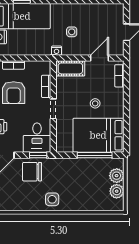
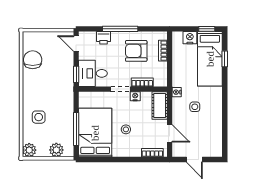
nightstand: (61, 94) -> (135, 96), added
chair: (32, 172) -> (33, 60), moved
plant: (117, 191) -> (29, 150), moved
side table: (52, 199) -> (39, 117), moved

